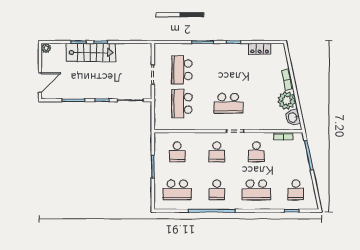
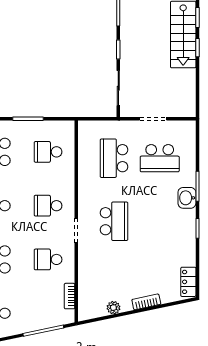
locker: (260, 49) -> (188, 282), moved
school desk: (182, 70) -> (160, 158), turned 180
plant: (287, 100) -> (113, 308), width x0.53, depth x0.53
school desk: (182, 103) -> (114, 158), turned -90
school desk: (228, 103) -> (114, 221), turned 180
washbasin: (293, 117) -> (187, 198), moved, turned -78

